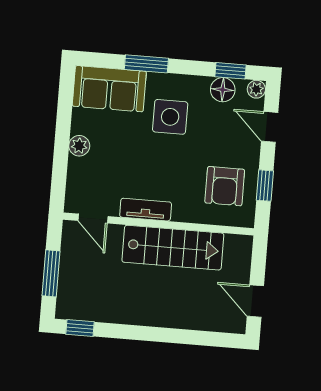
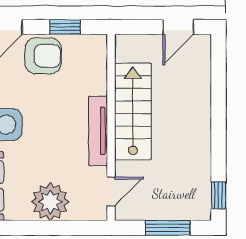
plant: (79, 146) -> (50, 202), width x1.88, depth x1.88
armchair: (225, 186) -> (43, 56), moved
tv unit: (146, 210) -> (98, 131), width x1.41

